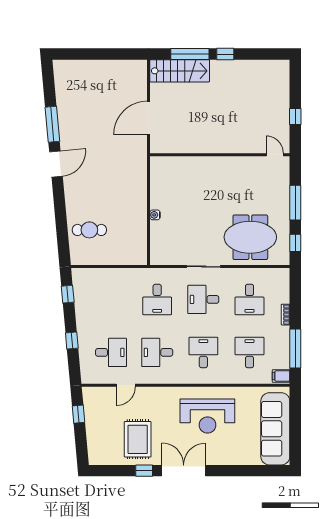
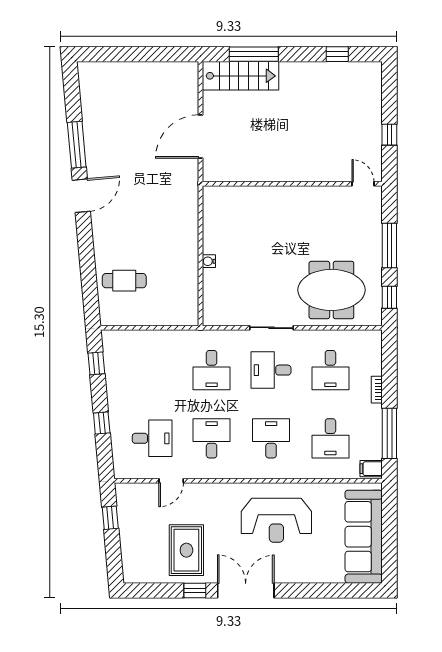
window: (225, 54) -> (337, 54), moved
desk: (157, 352) -> (212, 438), turned 90
desk: (250, 352) -> (330, 438), turned 180

